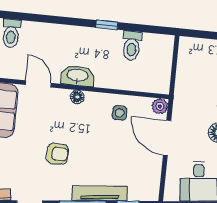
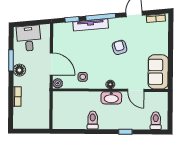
window: (107, 25) -> (125, 132), moved
toilet: (132, 46) -> (93, 120), moved
armchair: (57, 154) -> (120, 47), turned 73

